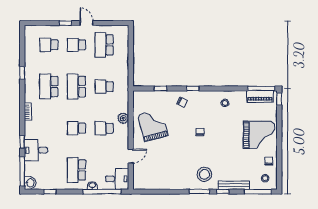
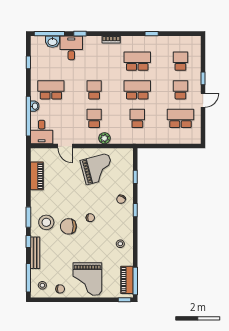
chair: (208, 153) -> (68, 226), added
washbasin: (30, 183) -> (52, 42), moved
piano: (160, 183) -> (37, 176), added

